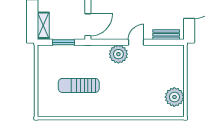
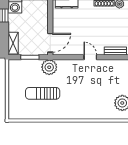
door: (136, 42) -> (90, 57), hinge flipped
plant: (118, 54) -> (49, 67), moved

